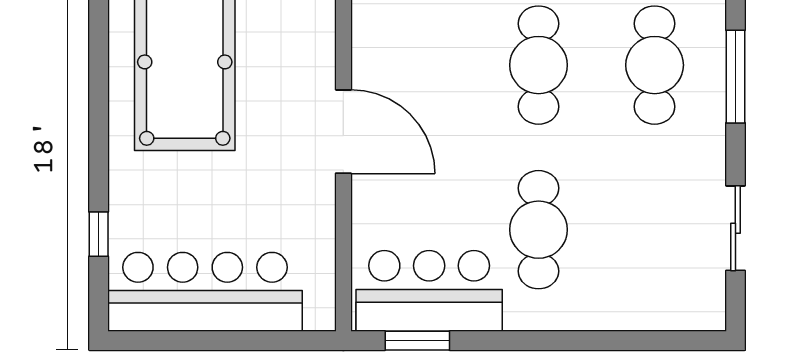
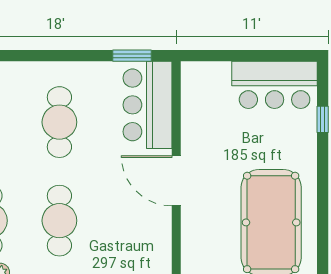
bar counter: (429, 291) -> (147, 105), moved, turned 90
bar counter: (205, 292) -> (275, 85), width x0.73

